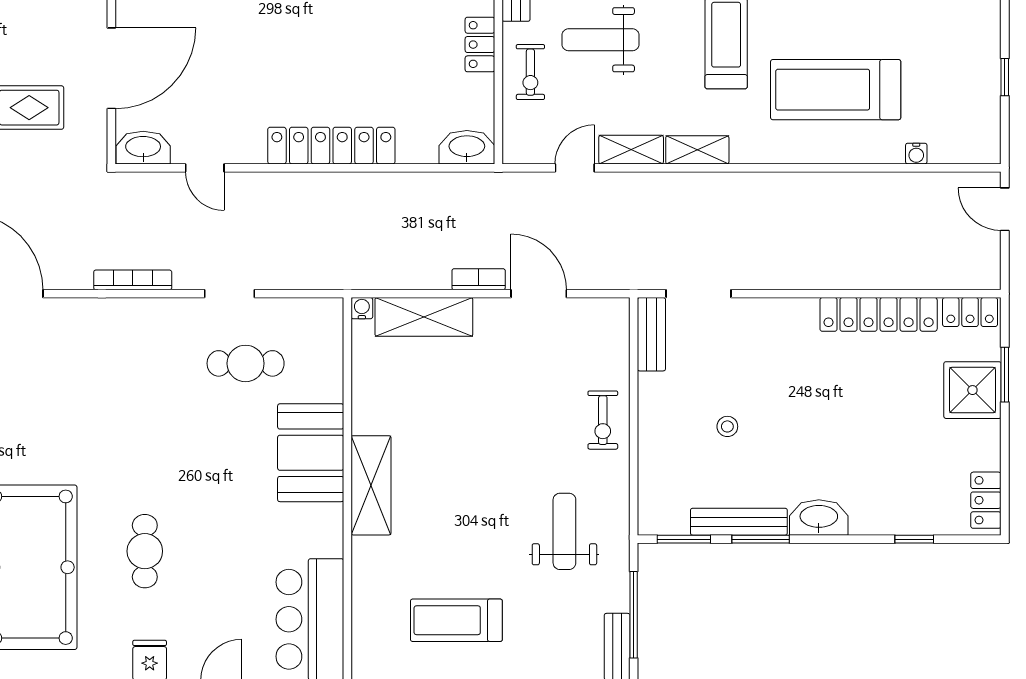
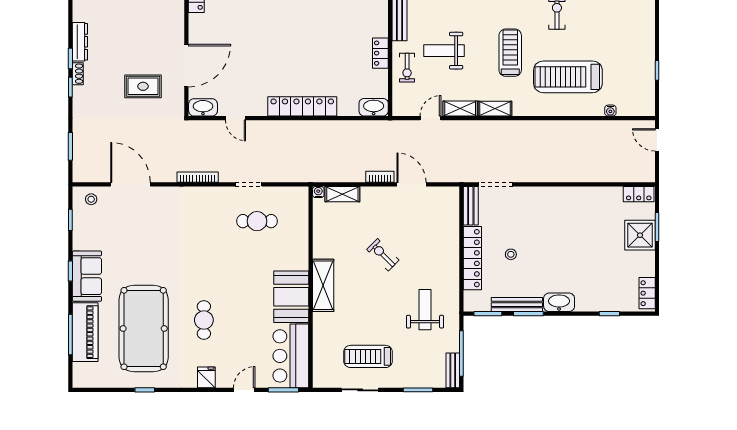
locker: (879, 314) -> (472, 258), moved, turned -90
shelving: (424, 317) -> (342, 194), width x0.67, depth x0.75
exercise bike: (603, 420) -> (383, 255), moved, turned 135
booth: (311, 453) -> (291, 297), moved

